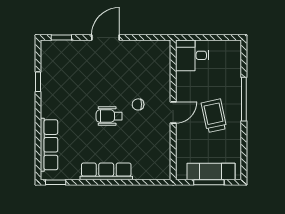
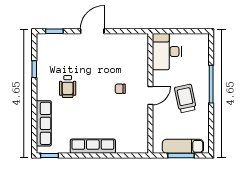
desk: (192, 55) -> (167, 52), width x1.37
wheelchair: (109, 116) -> (68, 87), moved, turned -90

